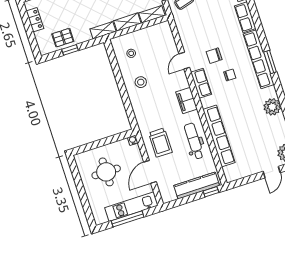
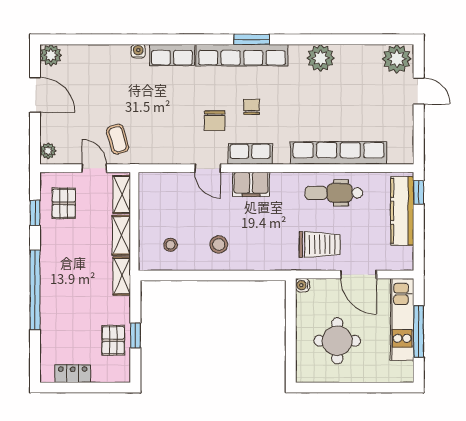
filing cabinet: (187, 100) -> (251, 184), moved

